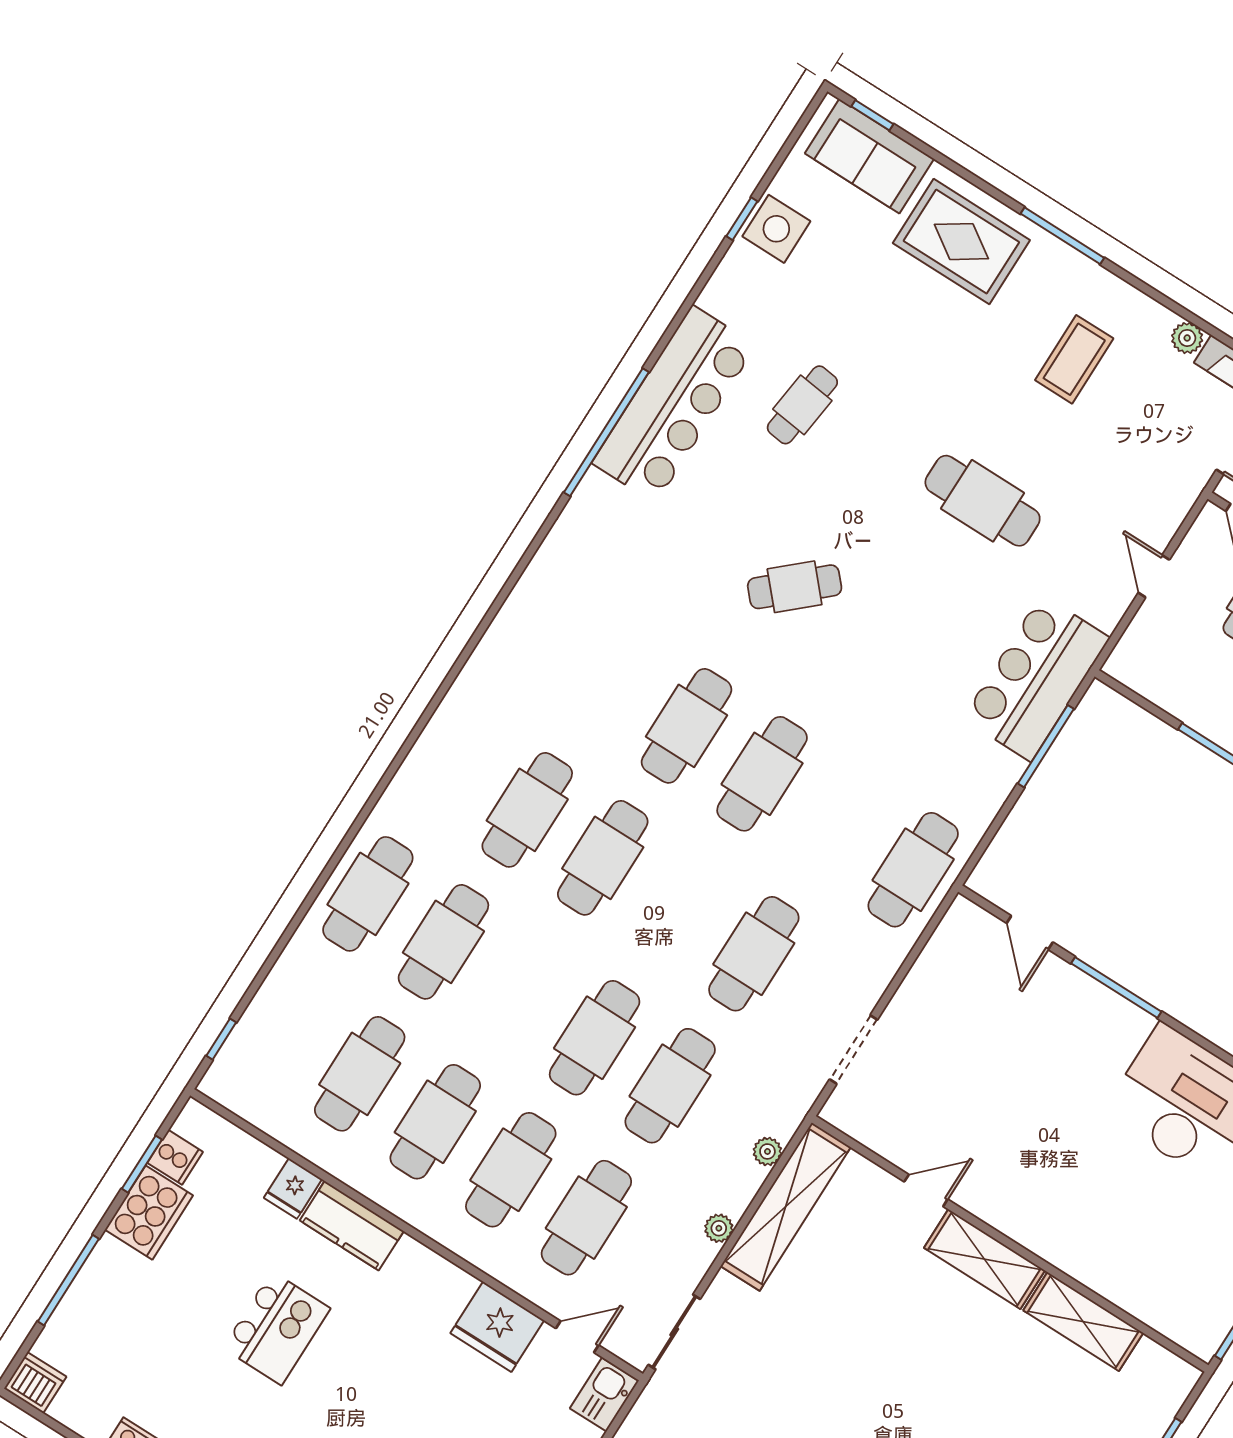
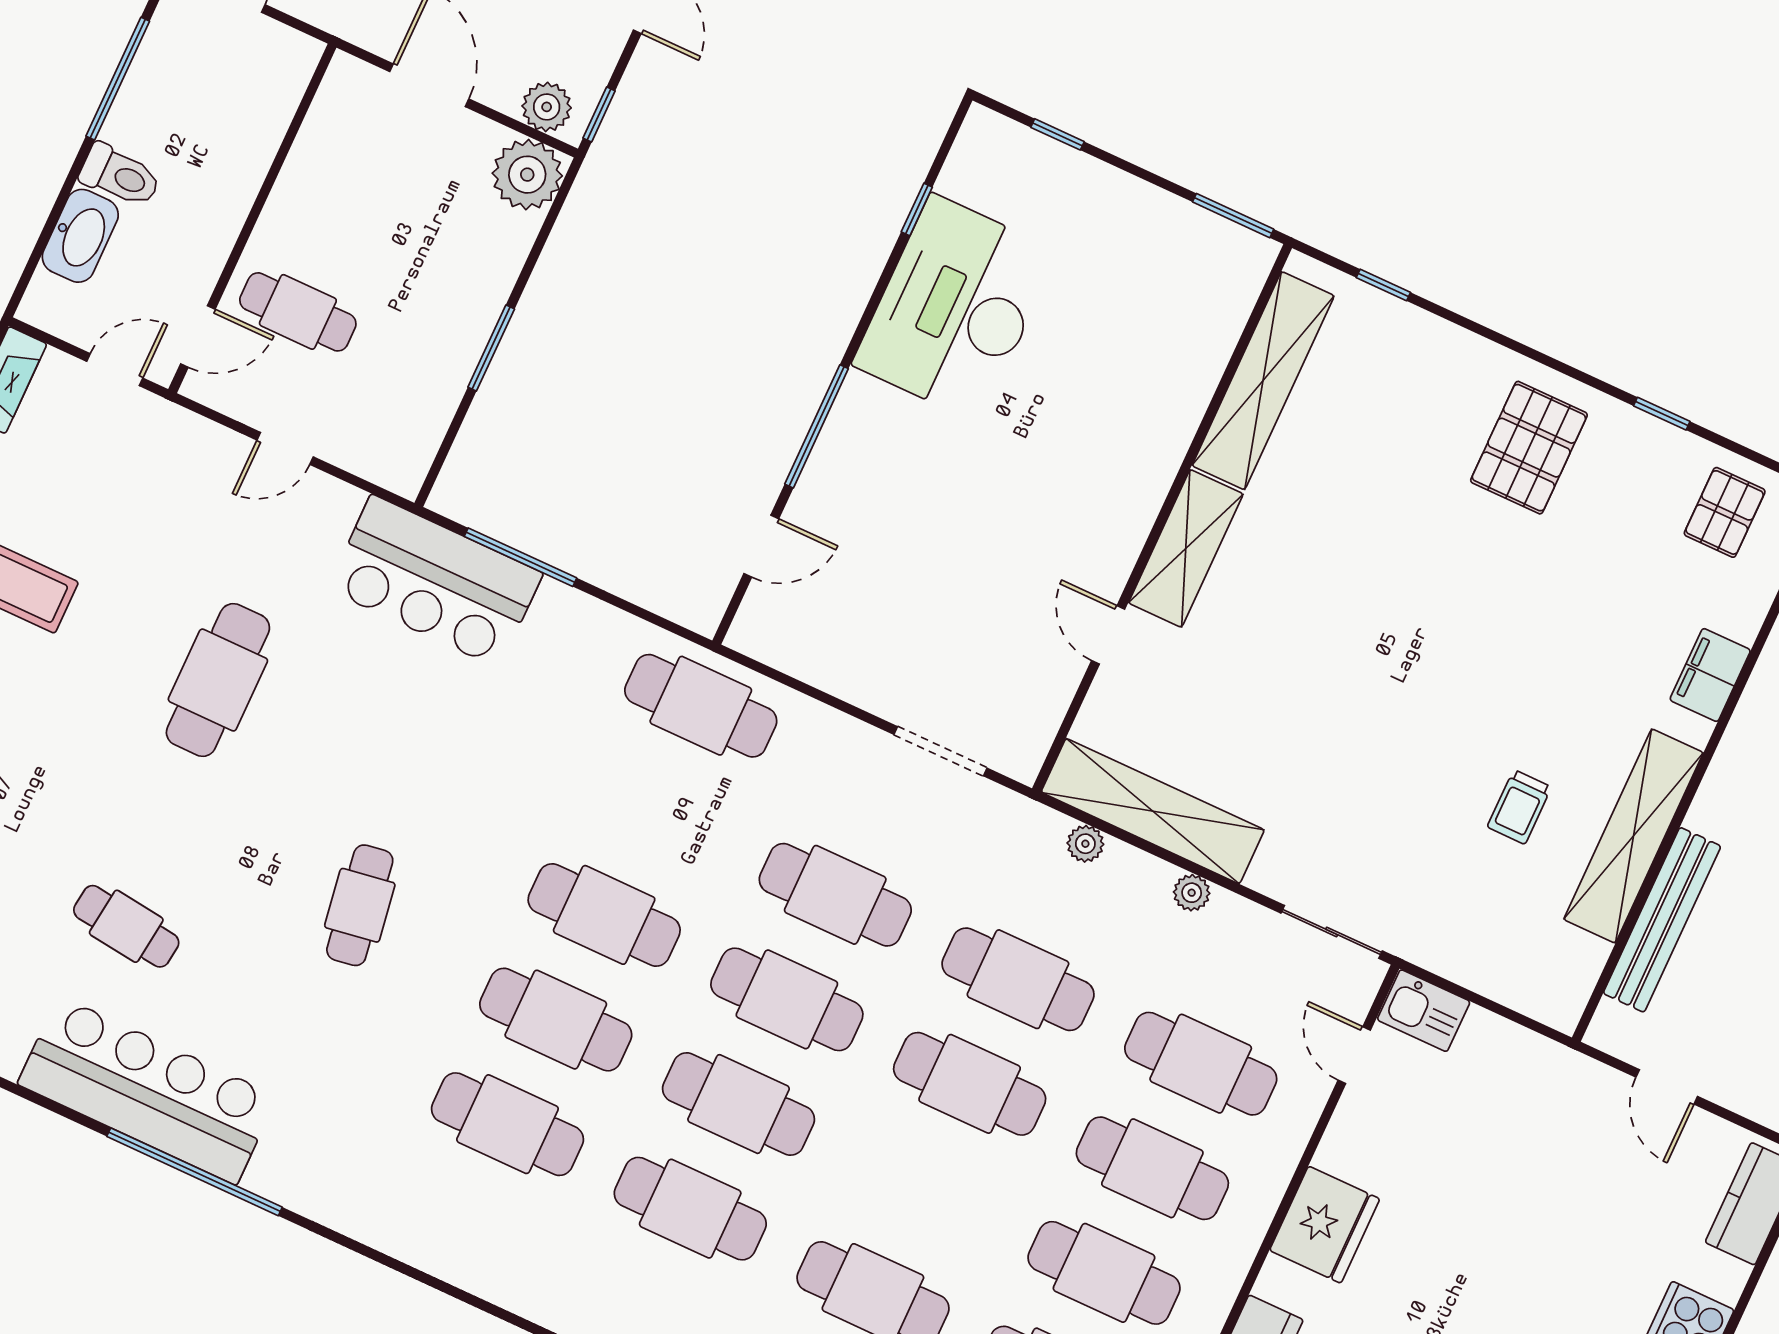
cafe table: (795, 587) -> (360, 905), turned 33
cafe table: (611, 678) -> (507, 1124), added
cafe table: (678, 906) -> (787, 999), added
shelving: (1083, 1322) -> (1263, 381), width x1.47
fridge: (497, 1327) -> (1325, 1225), moved

